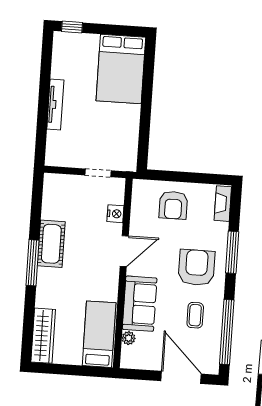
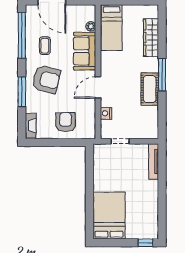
tv unit: (55, 104) -> (154, 162), moved
armchair: (197, 268) -> (46, 79), turned -76
wardrobe: (43, 336) -> (151, 38), moved

